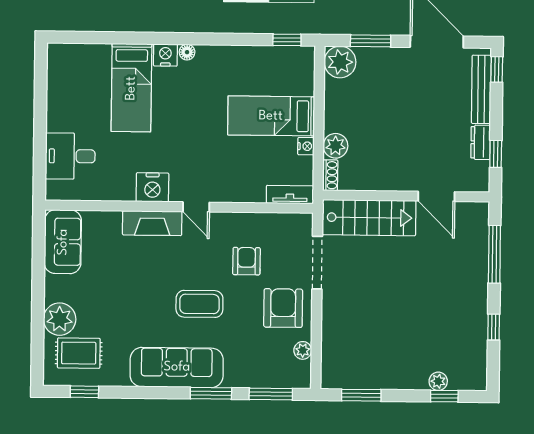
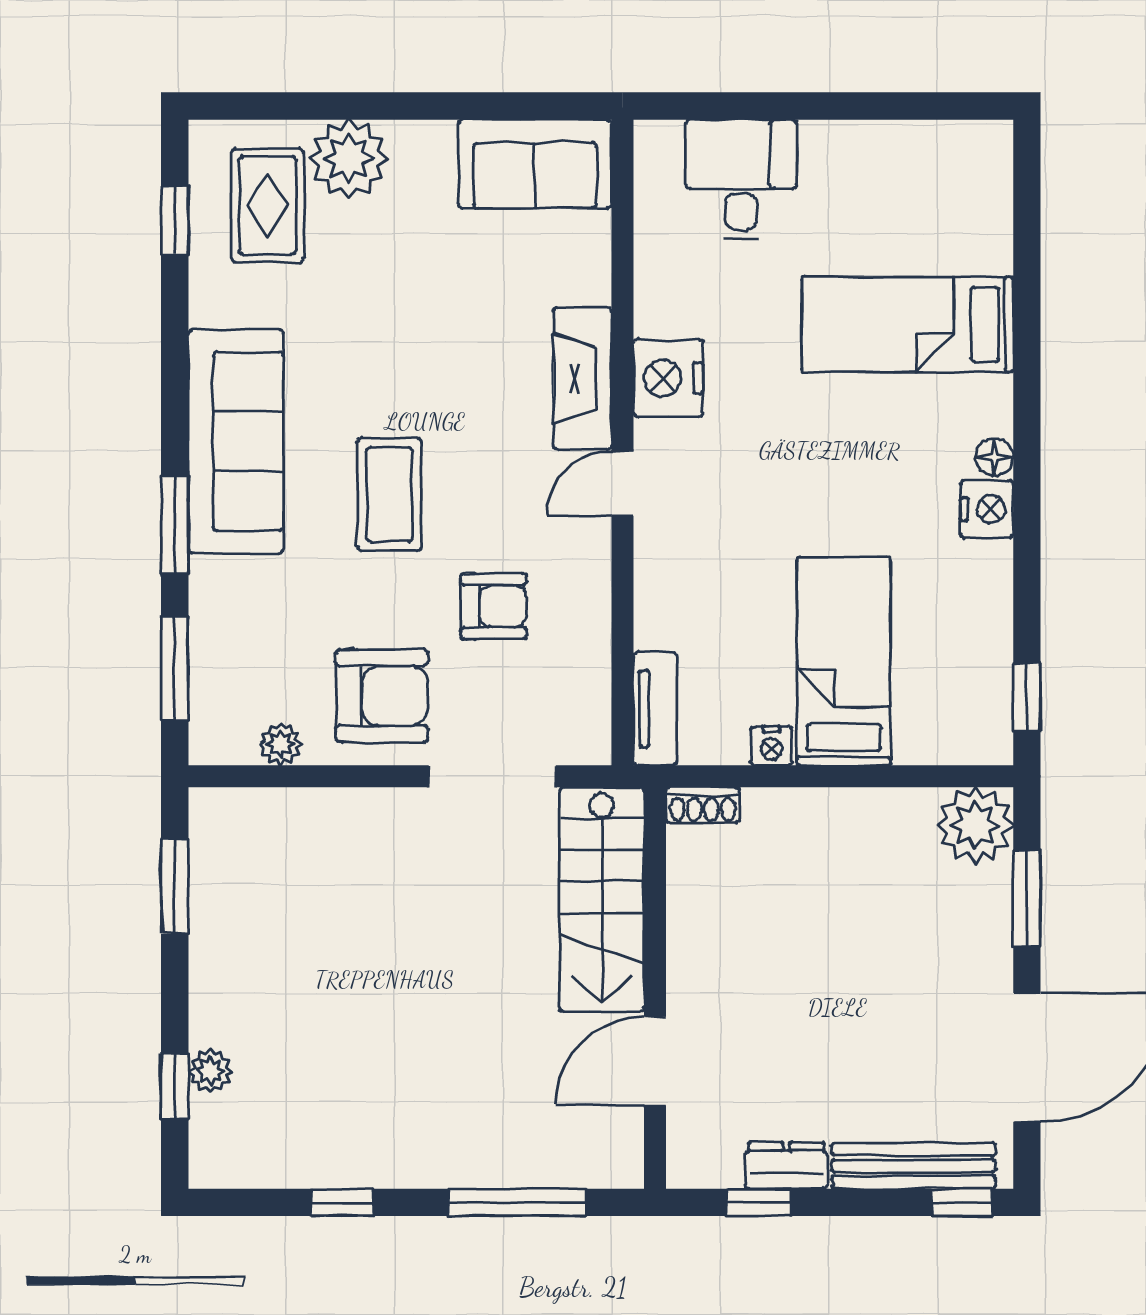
nightstand: (165, 55) -> (987, 509), moved
plant: (335, 146) -> (774, 817), removed

